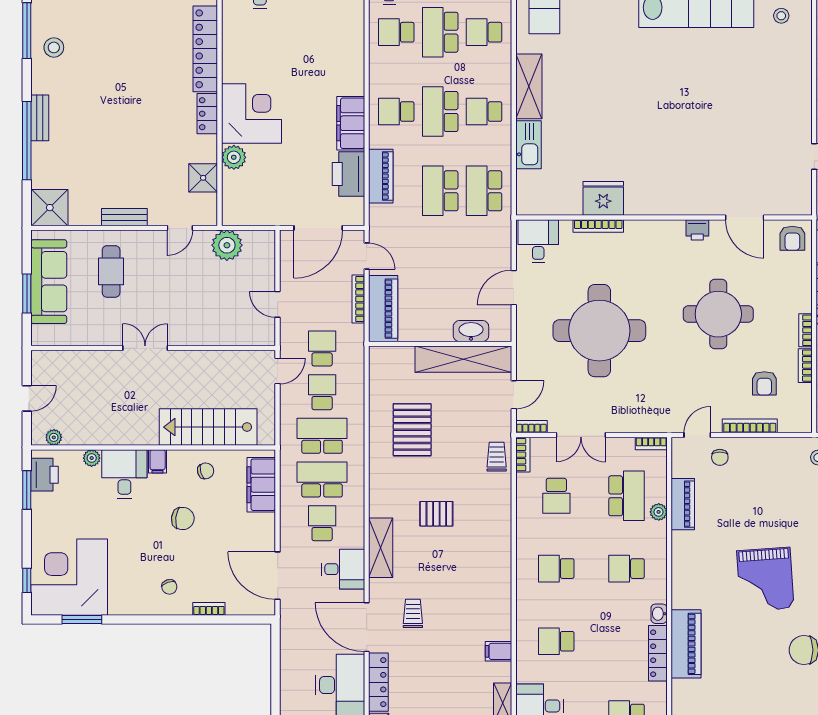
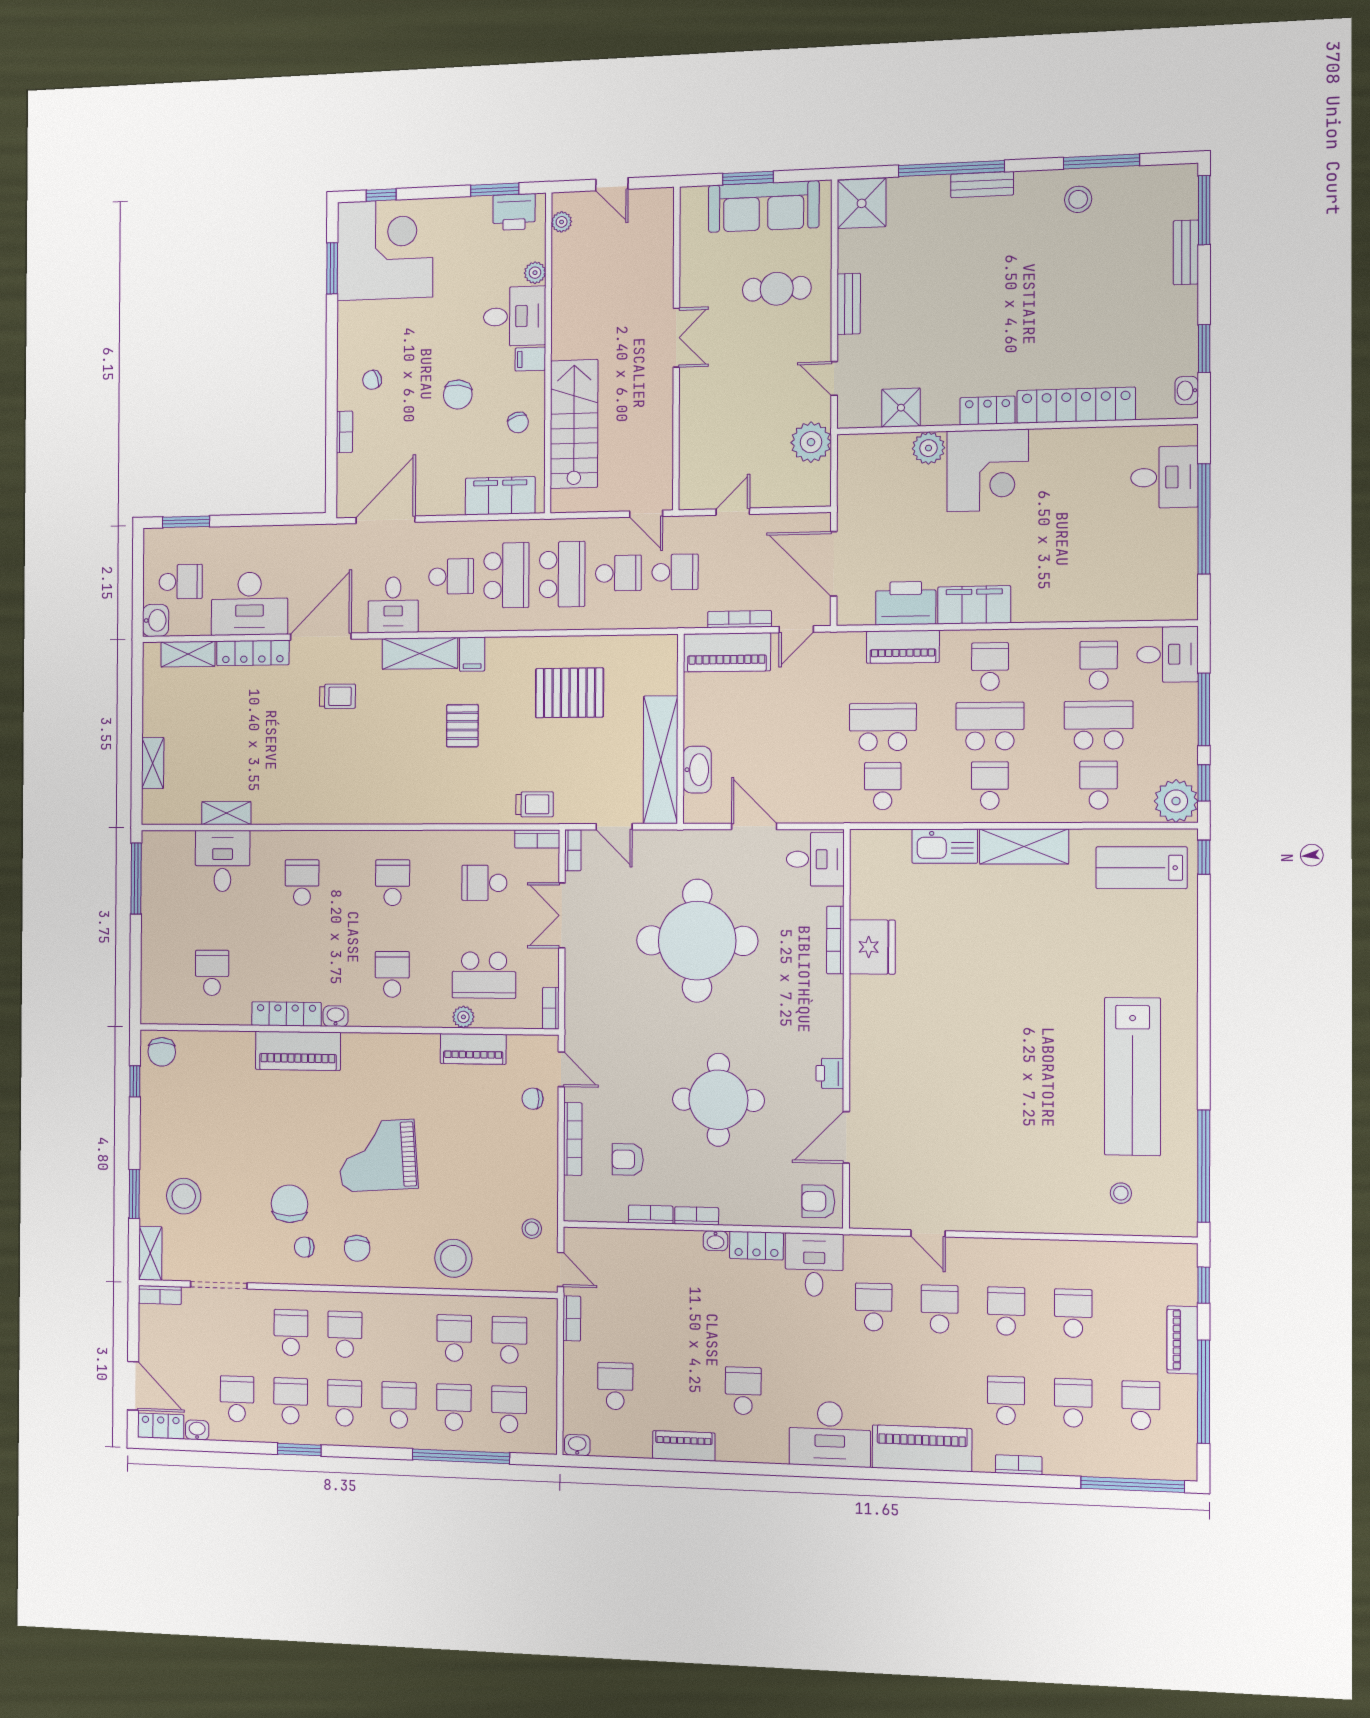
school desk: (484, 191) -> (883, 786), width x0.54
filing cabinet: (499, 651) -> (472, 654), moved, turned 180

